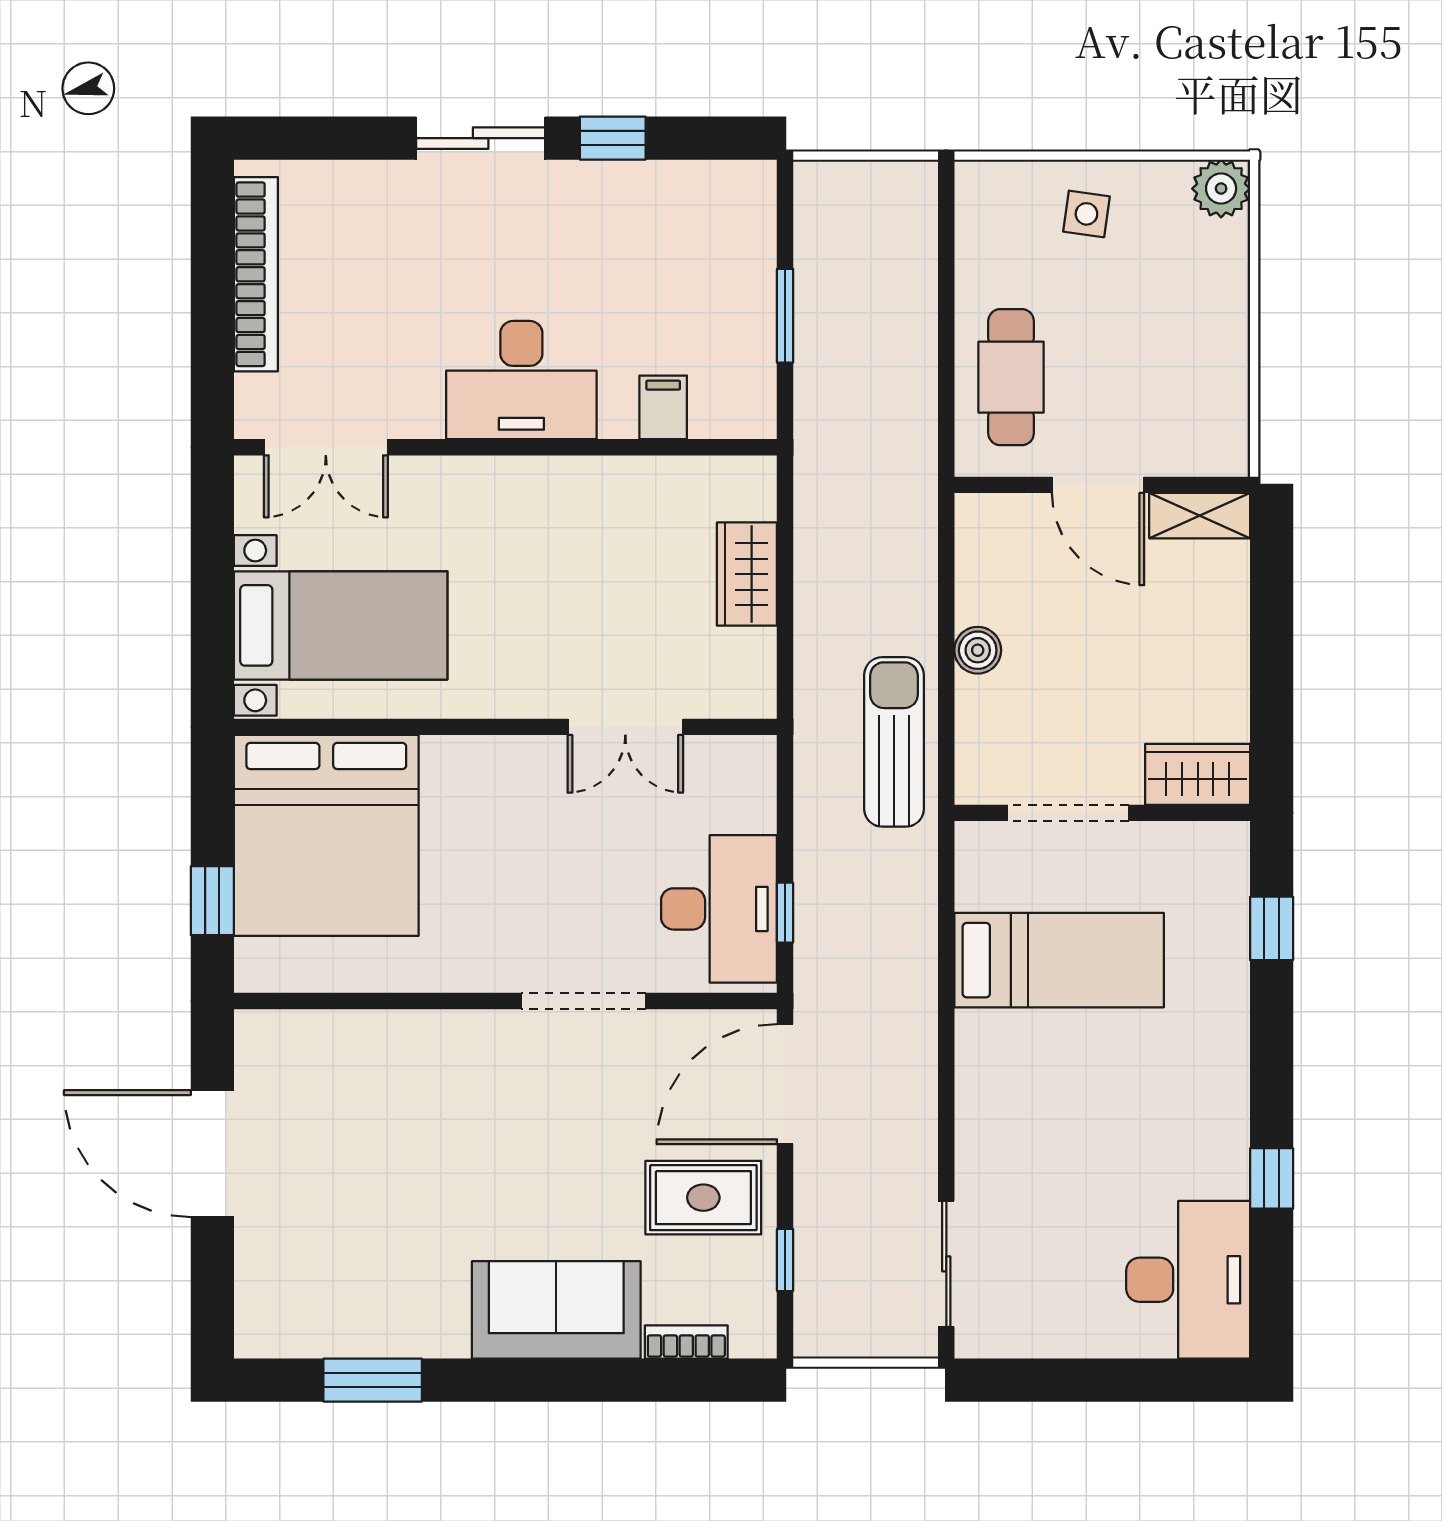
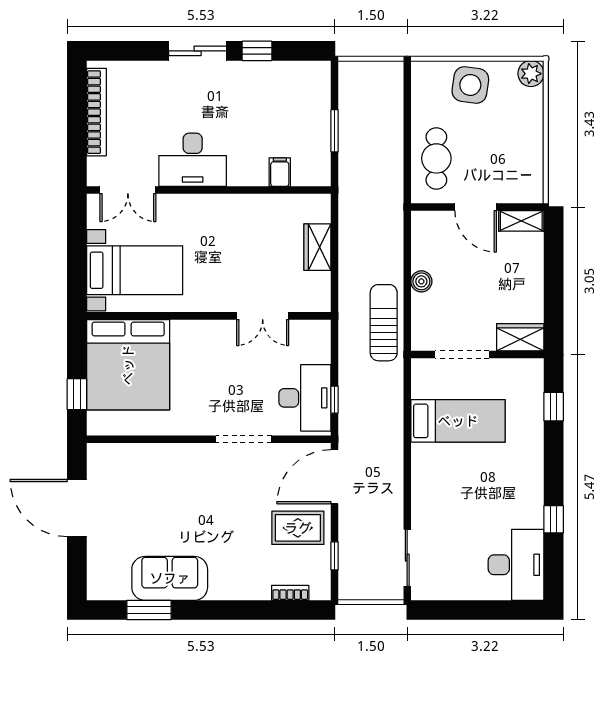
side table: (1086, 214) -> (470, 85), width x1.87, depth x1.87
desk: (521, 380) -> (193, 160), moved
sofa: (556, 1310) -> (170, 578), moved

